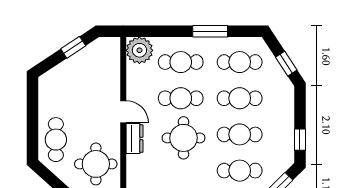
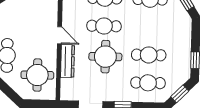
cafe table: (240, 98) -> (149, 27), removed
dresser: (134, 139) -> (67, 61), width x1.44

